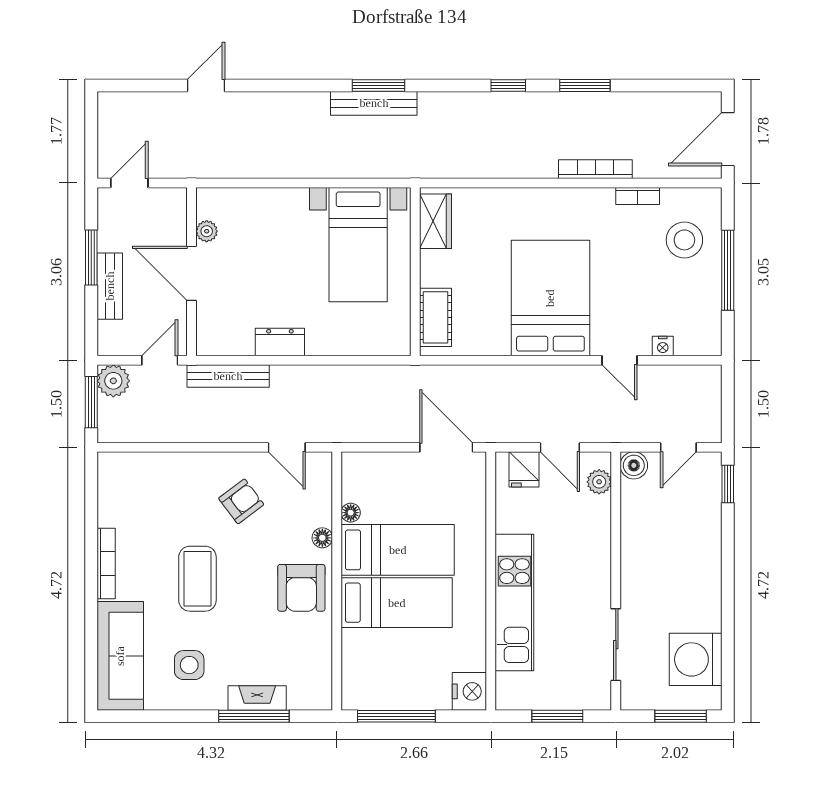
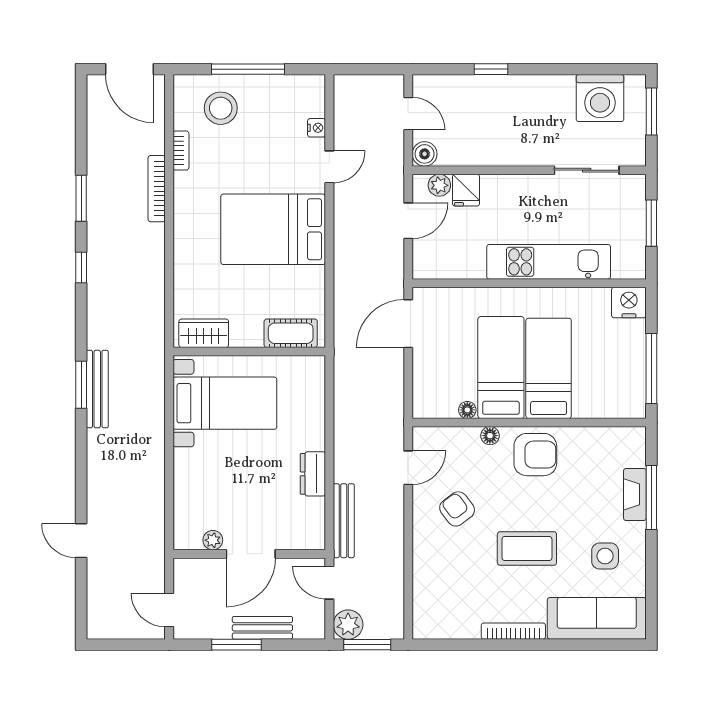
fridge: (524, 469) -> (466, 190), moved, turned 90
window: (728, 484) -> (491, 69), moved

